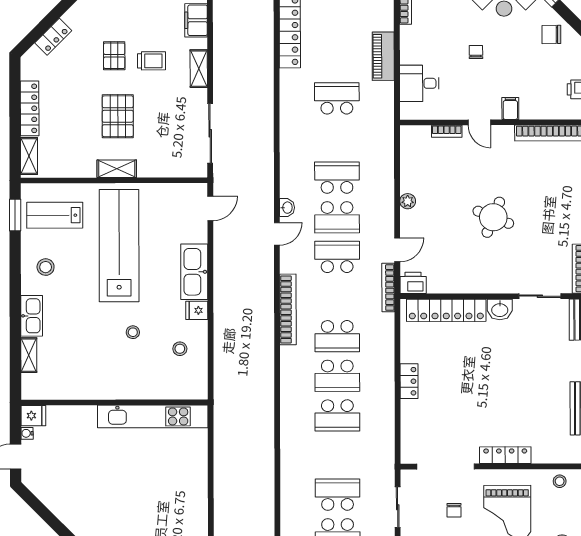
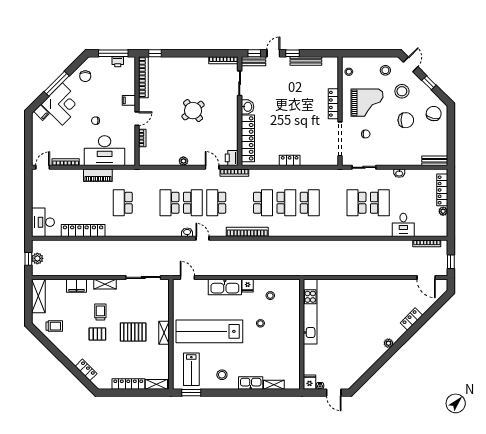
desk: (419, 83) -> (105, 151), width x1.87, depth x1.30
round table: (493, 217) -> (193, 111), turned 30

